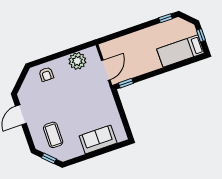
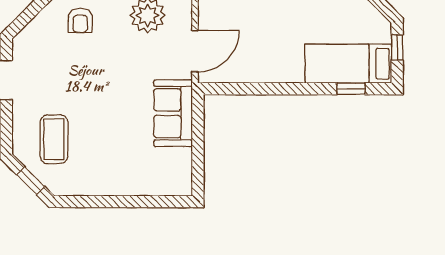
window: (126, 83) -> (351, 89), moved
sofa: (98, 139) -> (173, 113), moved, turned -90

